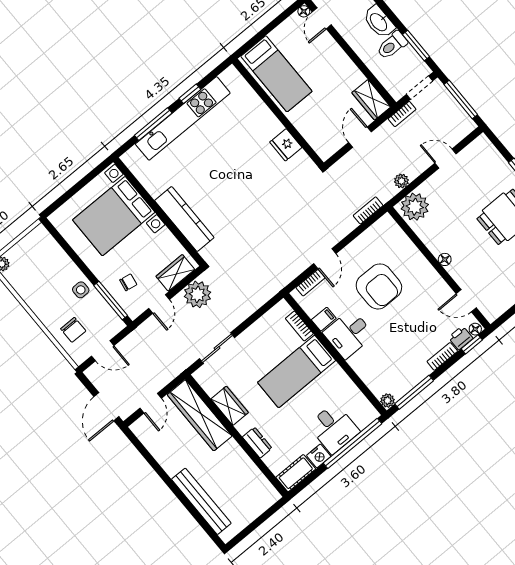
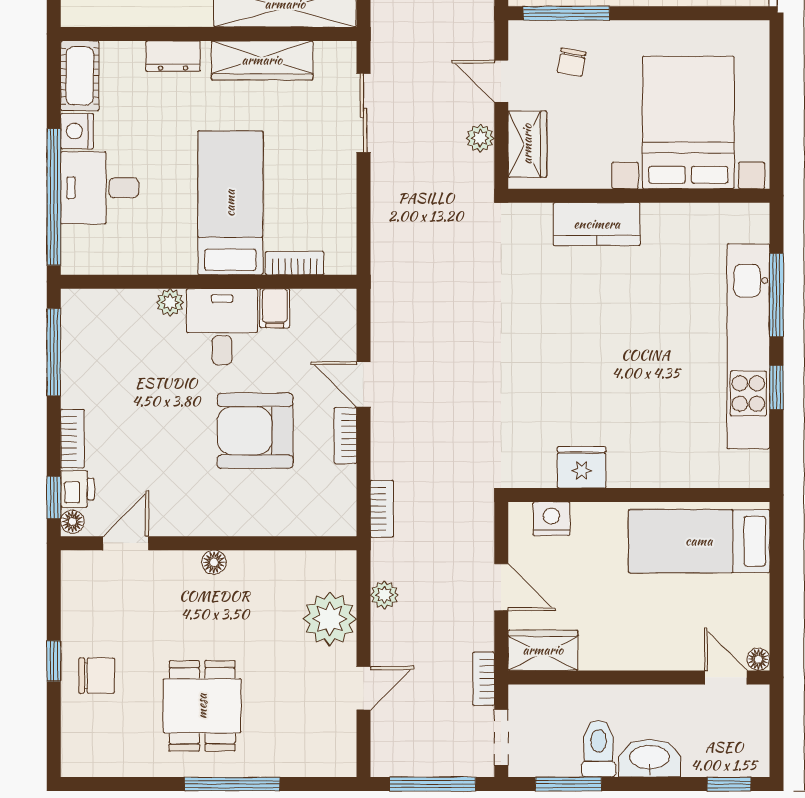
nightstand: (316, 140) -> (551, 519), added
plant: (415, 207) -> (330, 619), moved
kitchen counter: (184, 219) -> (597, 224), width x0.67
bookcase: (311, 283) -> (345, 435), moved
plant: (198, 294) -> (480, 138), width x0.53, depth x0.53
plant: (387, 401) -> (170, 302), moved
wardrobe: (230, 406) -> (262, 60), width x1.50

